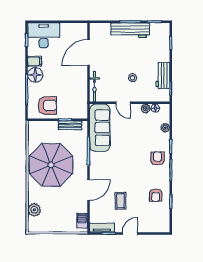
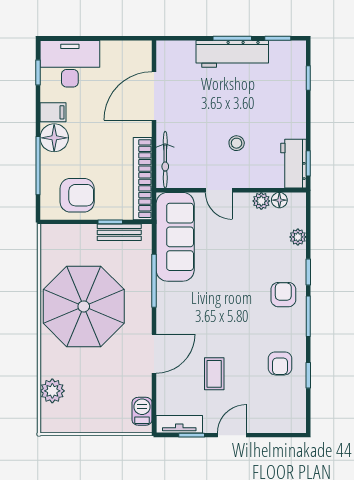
workbench: (163, 76) -> (293, 164), moved
bookcase: (82, 97) -> (143, 179), added

